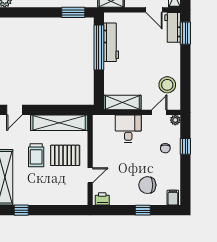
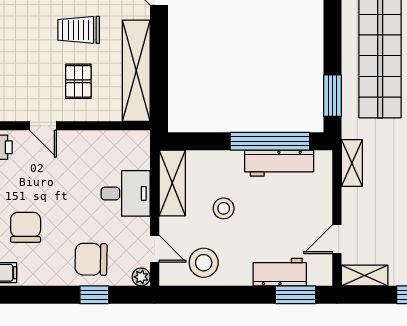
workbench: (173, 27) -> (280, 272), moved
stool: (137, 74) -> (224, 208), added
chair: (165, 148) -> (91, 259), width x1.87, depth x1.87
pallet: (65, 155) -> (78, 81), width x0.67, depth x0.71

